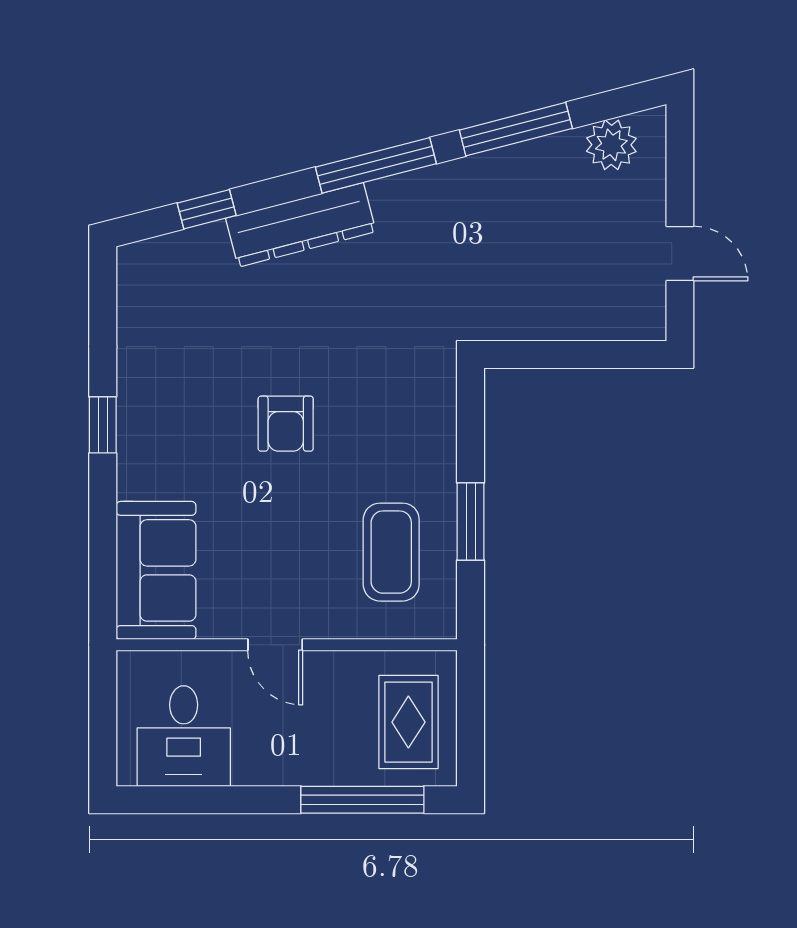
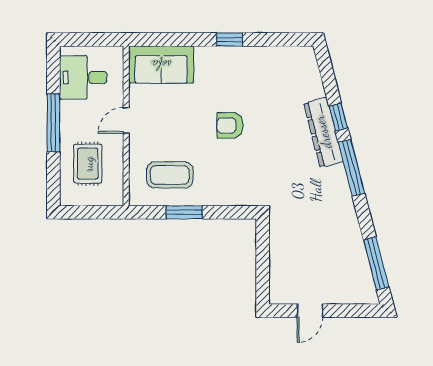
window: (516, 129) -> (376, 263), moved
plant: (611, 145) -> (361, 278), removed
window: (207, 209) -> (338, 117), moved
rug: (408, 722) -> (88, 164), moved, turned 90
window: (362, 800) -> (53, 123), moved

